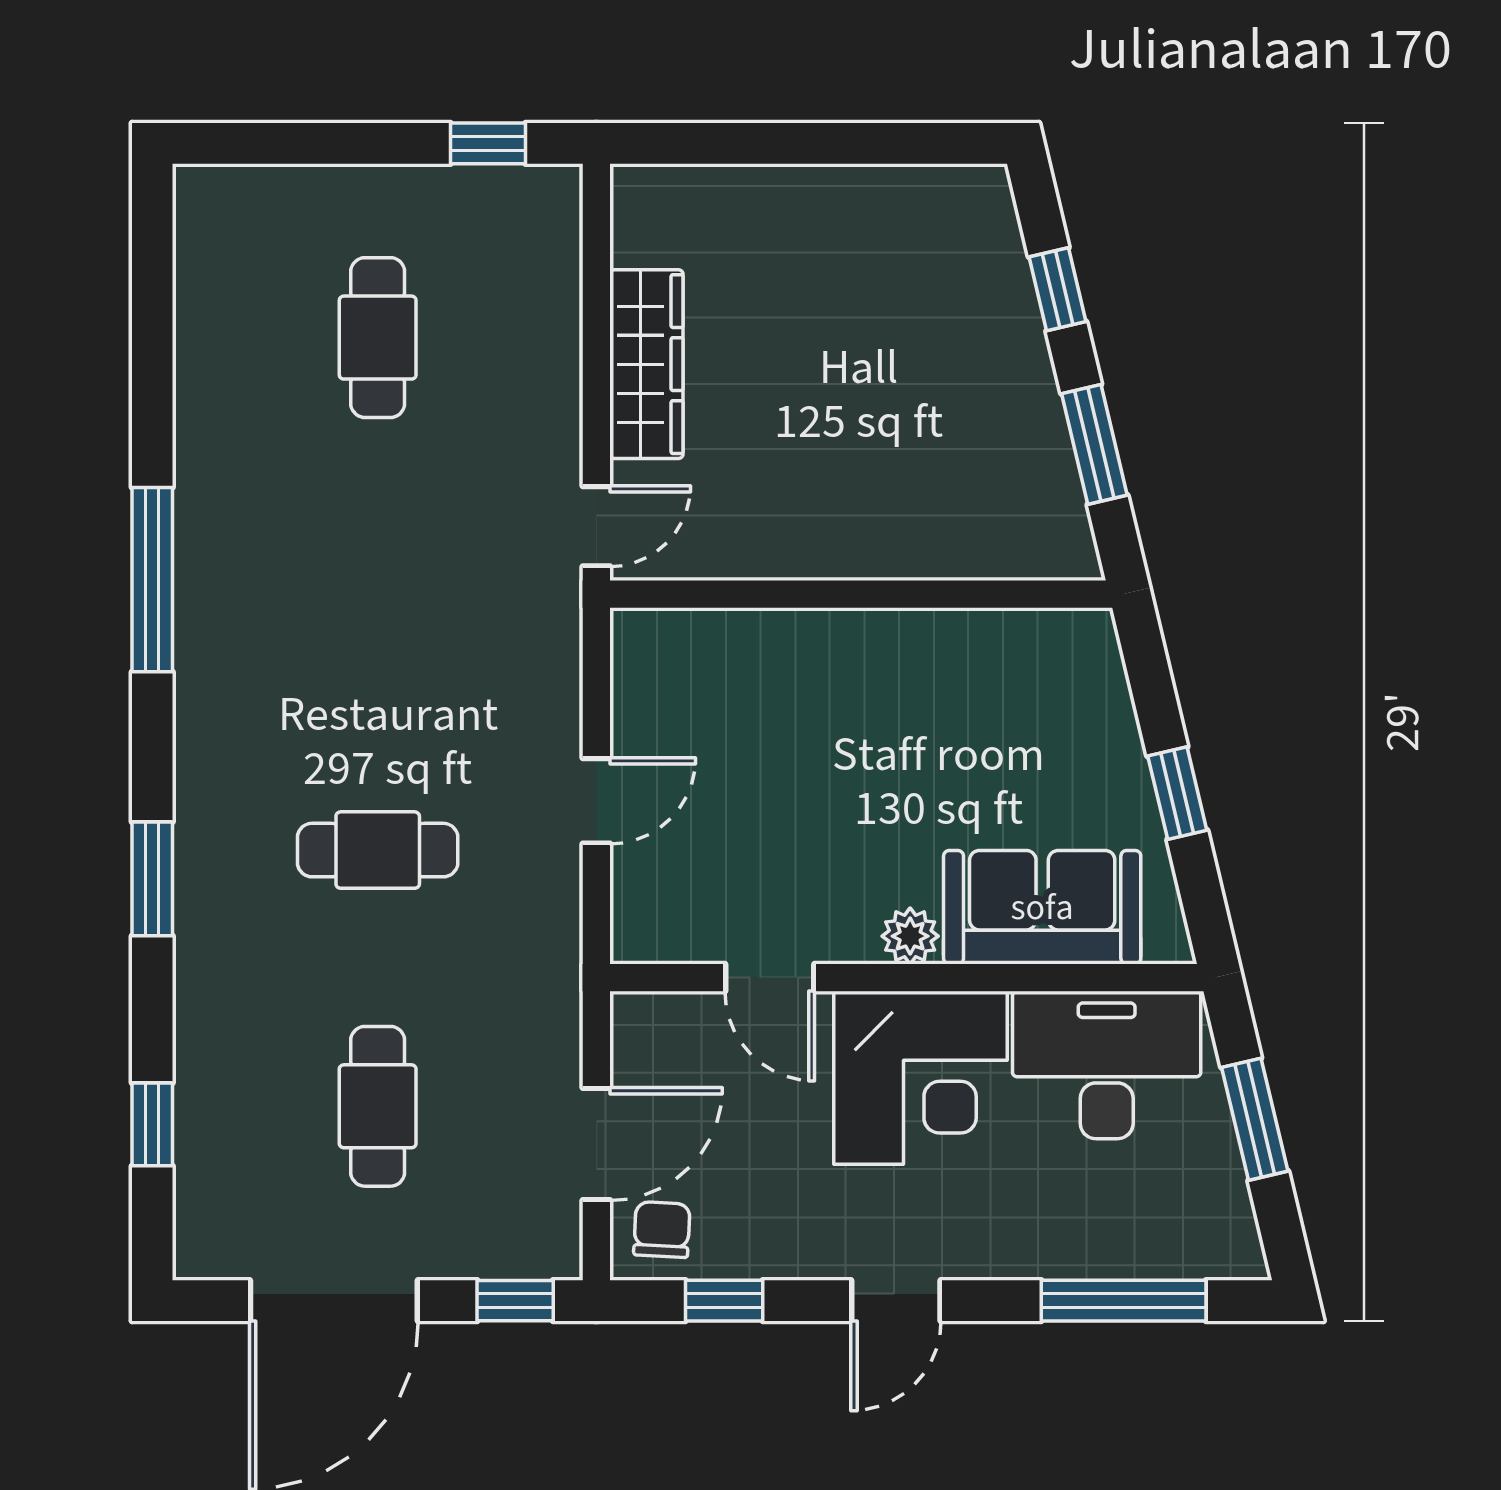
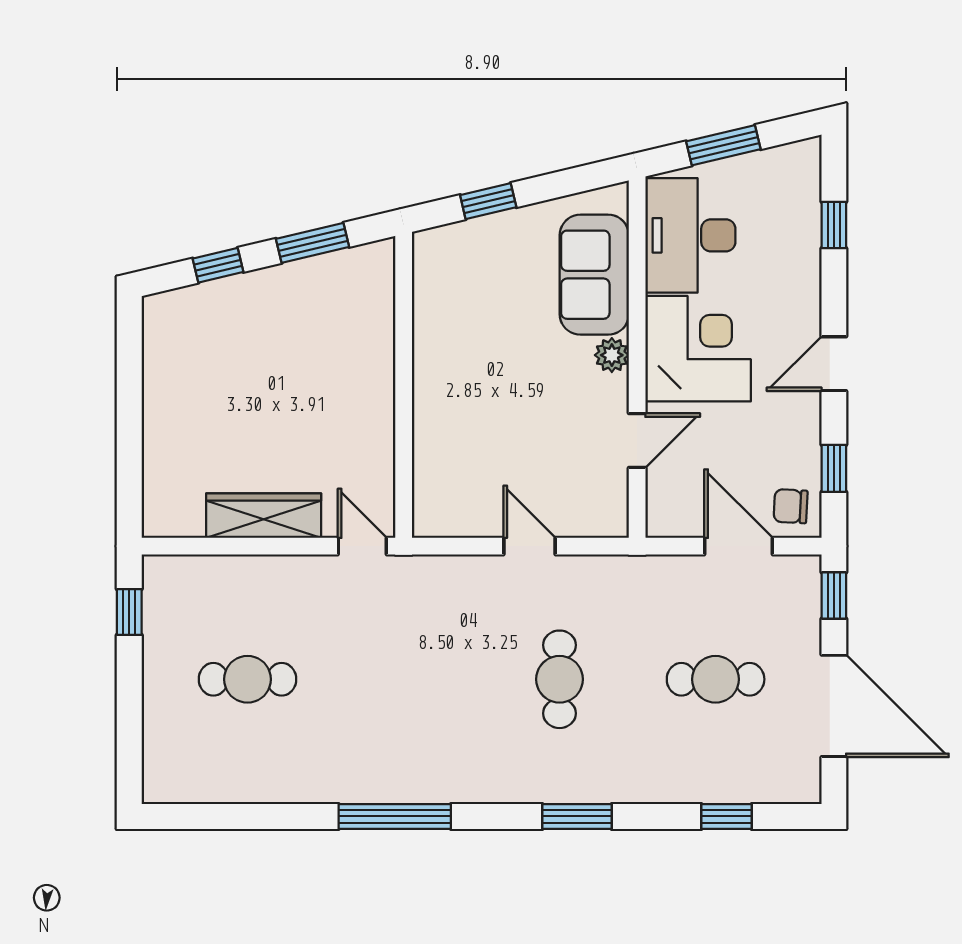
window: (1177, 793) -> (488, 201), moved
door: (896, 1301) -> (834, 364), swing flipped
window: (1124, 1301) -> (834, 225), width x0.46

